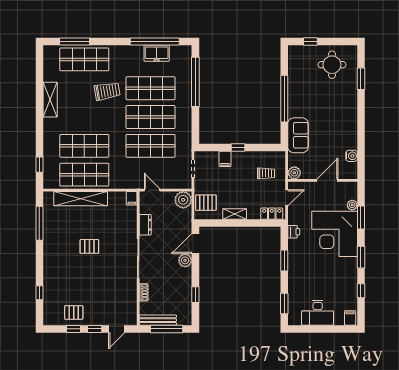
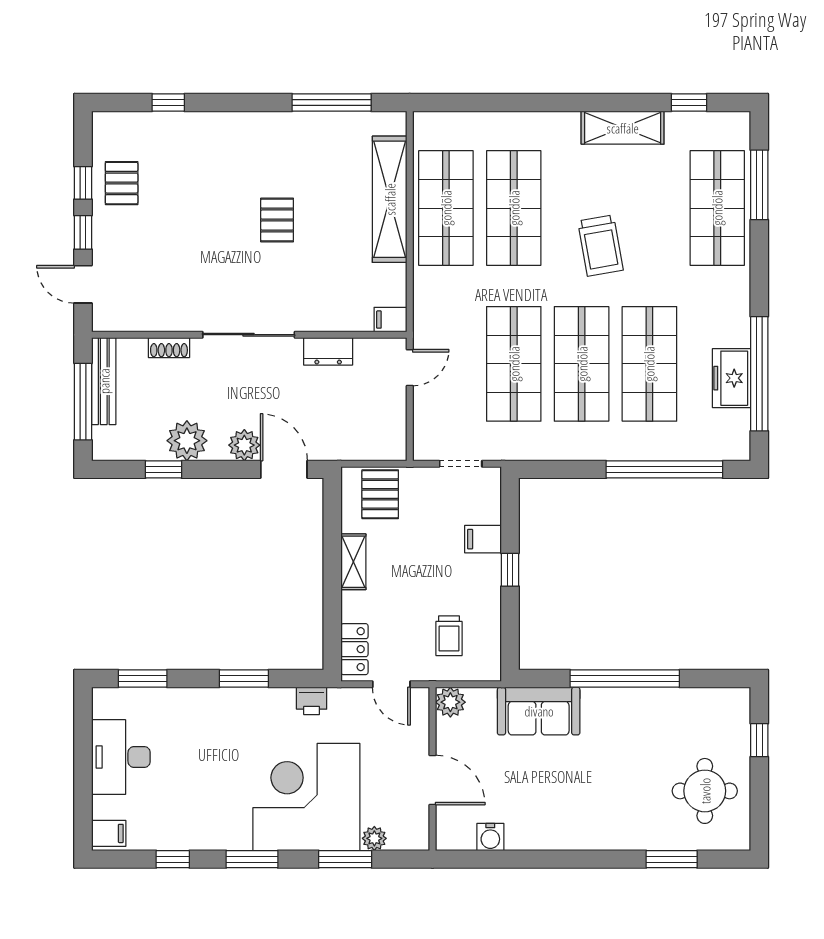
trolley: (107, 91) -> (600, 246), moved
window: (39, 165) -> (689, 103), moved
plant: (183, 200) -> (187, 441), moved

